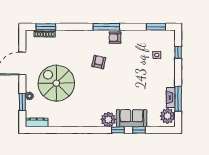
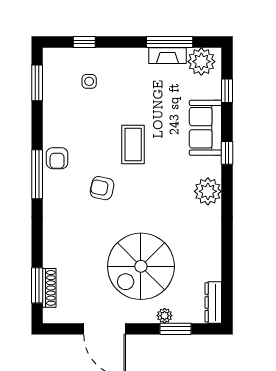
coffee table: (122, 79) -> (133, 145), added
plant: (108, 119) -> (208, 191), moved
window: (139, 130) -> (227, 91), moved

